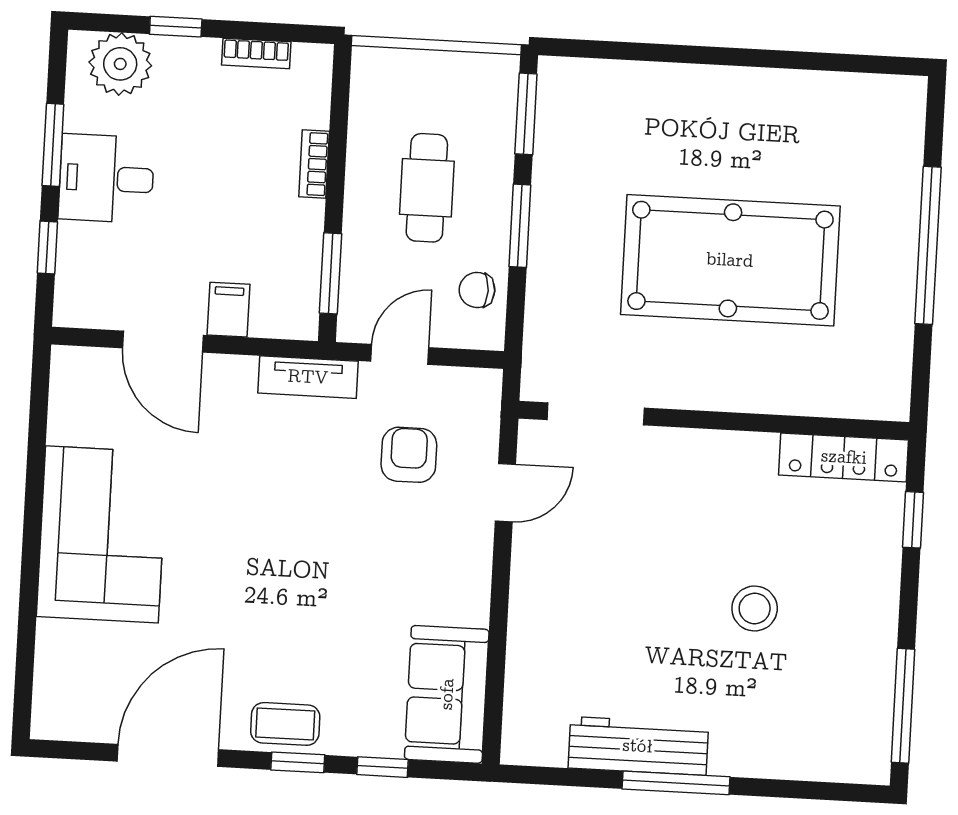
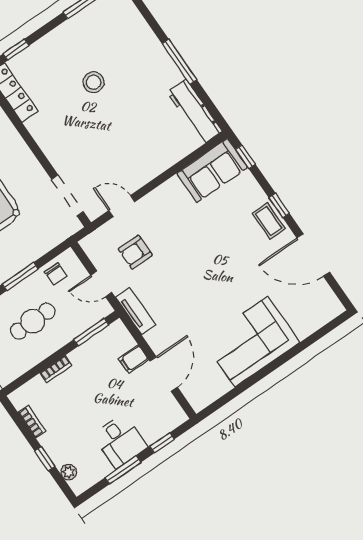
plant: (120, 64) -> (69, 472), width x0.53, depth x0.53
workbench: (638, 746) -> (195, 112), moved
window: (382, 767) -> (245, 157), moved

